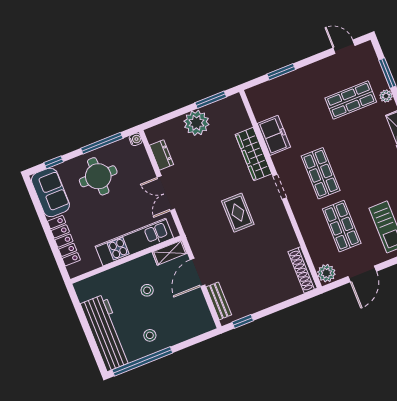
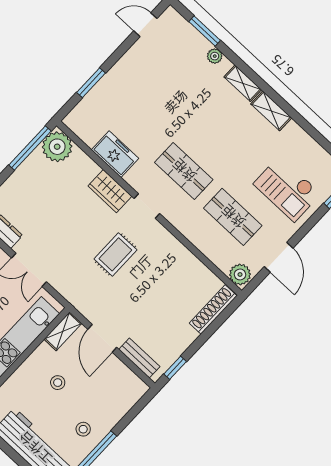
window: (211, 100) -> (30, 148), width x1.44
shop shelf: (351, 100) -> (179, 78), removed
plant: (196, 123) -> (57, 147), moved
wardrobe: (253, 154) -> (110, 191), width x0.67
rug: (238, 213) -> (115, 254), turned 90
shoe rack: (303, 270) -> (213, 310), moved, turned 90

